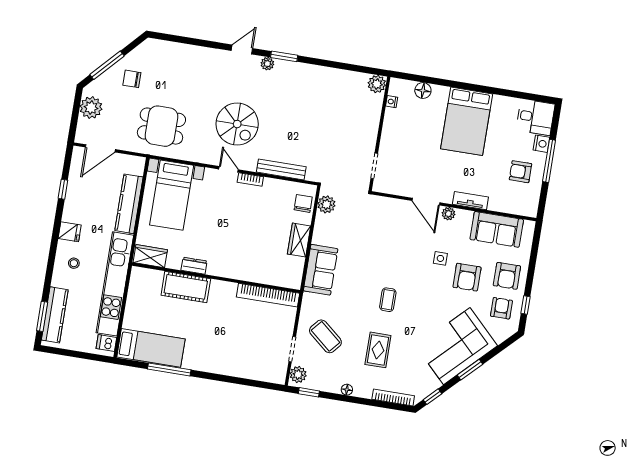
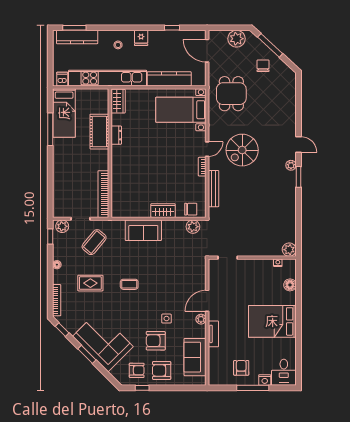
wardrobe: (150, 256) -> (118, 101), moved
dresser: (194, 266) -> (116, 135), moved
wall: (216, 278) -> (110, 153), moved
cot: (186, 287) -> (99, 132), moved
bookcase: (268, 295) -> (103, 194), moved

